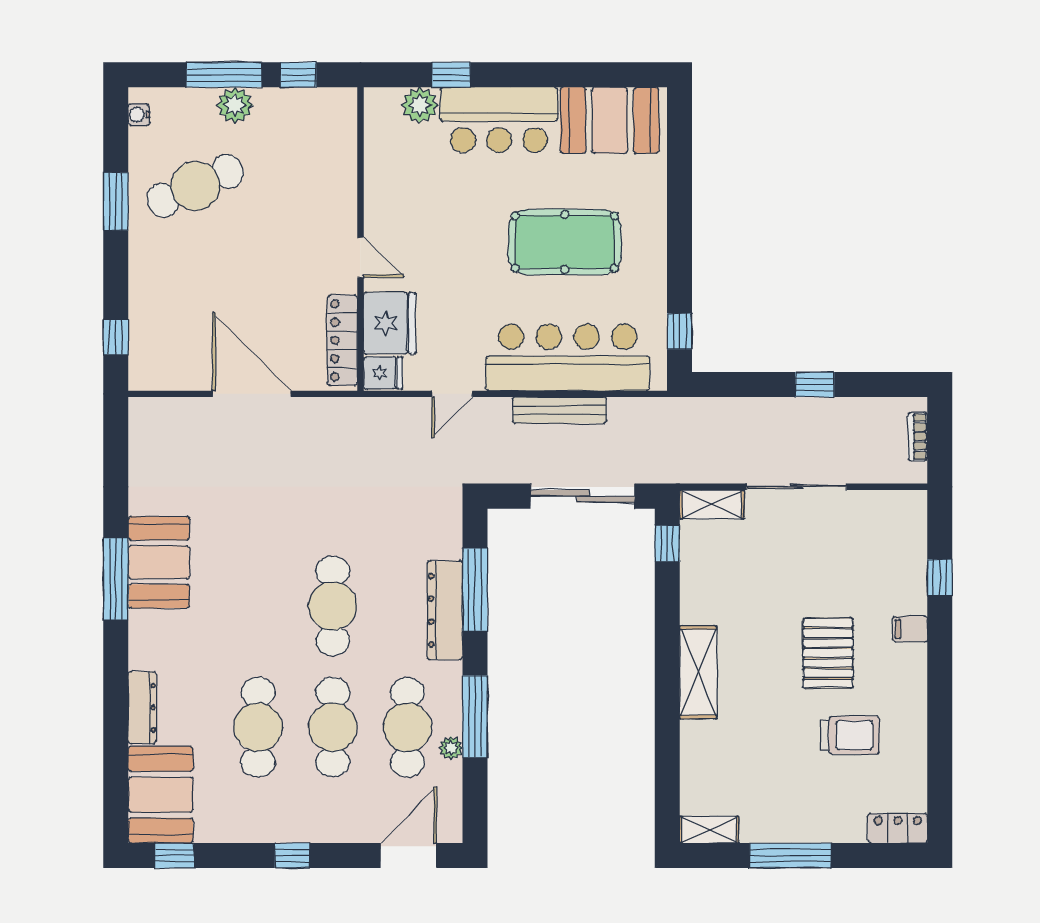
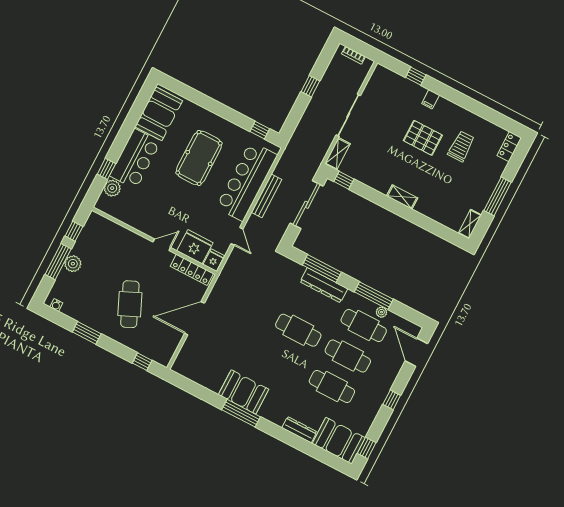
cafe table: (195, 186) -> (130, 304), moved
shelving: (698, 672) -> (402, 197), width x0.67, depth x0.75

